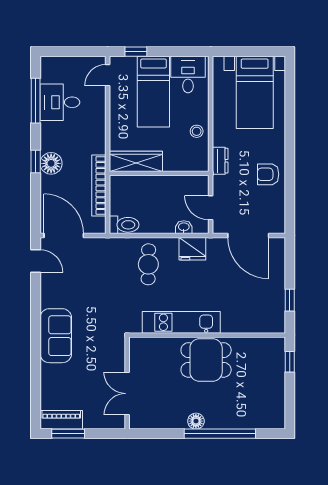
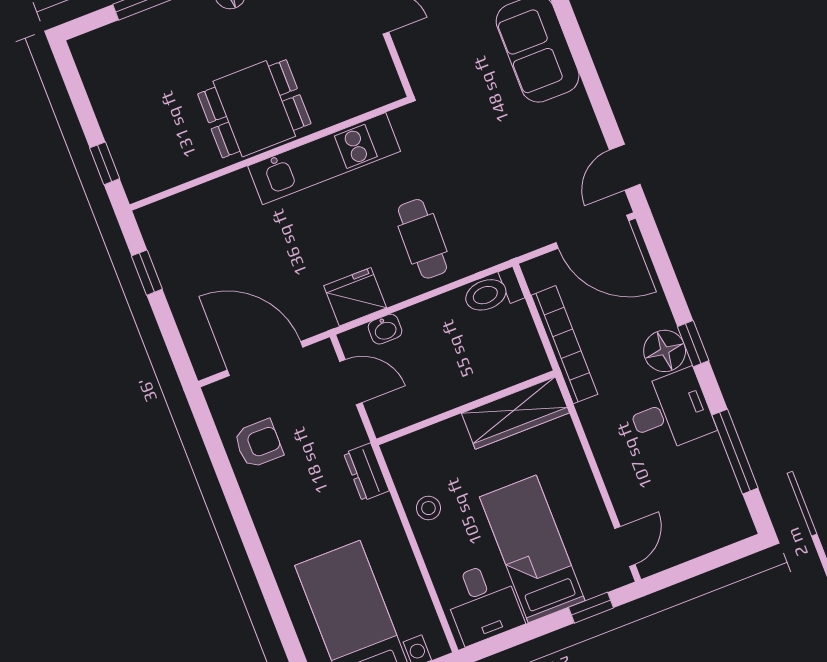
desk: (60, 102) -> (670, 411), moved
armchair: (268, 174) -> (259, 444), moved
door: (36, 261) -> (625, 167), hinge flipped

